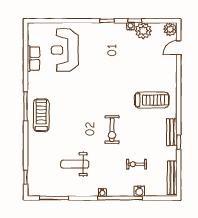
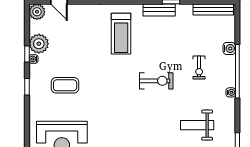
coffee table: (108, 53) -> (65, 85), added
treadmill: (152, 100) -> (121, 34), turned 180
weight bench: (75, 164) -> (197, 125), turned 90
exercise bike: (136, 164) -> (199, 68), moved

